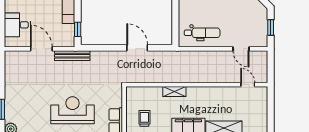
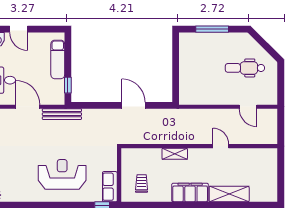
window: (271, 28) -> (281, 83), removed
dental chair: (202, 33) -> (245, 68), moved, turned 180
door: (248, 85) -> (221, 146), moved

